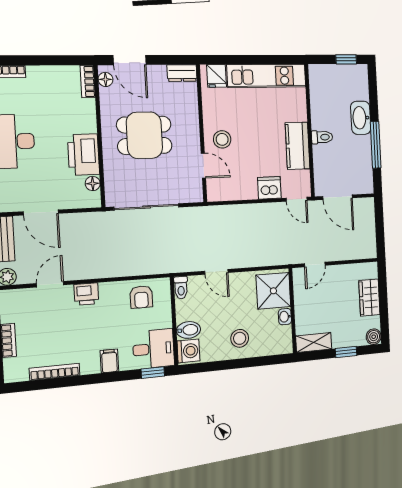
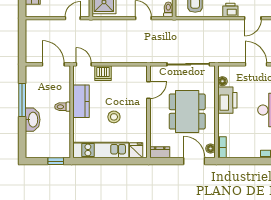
window: (346, 59) -> (56, 161), moved
dining table: (144, 135) -> (187, 111), width x1.38
stool: (222, 139) -> (114, 117), moved
door: (203, 166) -> (149, 90), swing flipped

